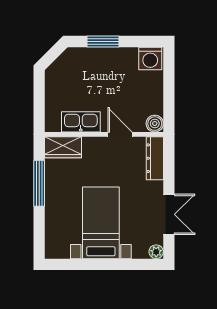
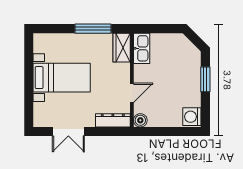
kitchen sink: (81, 122) -> (142, 48), moved
plant: (156, 252) -> (39, 121), removed

